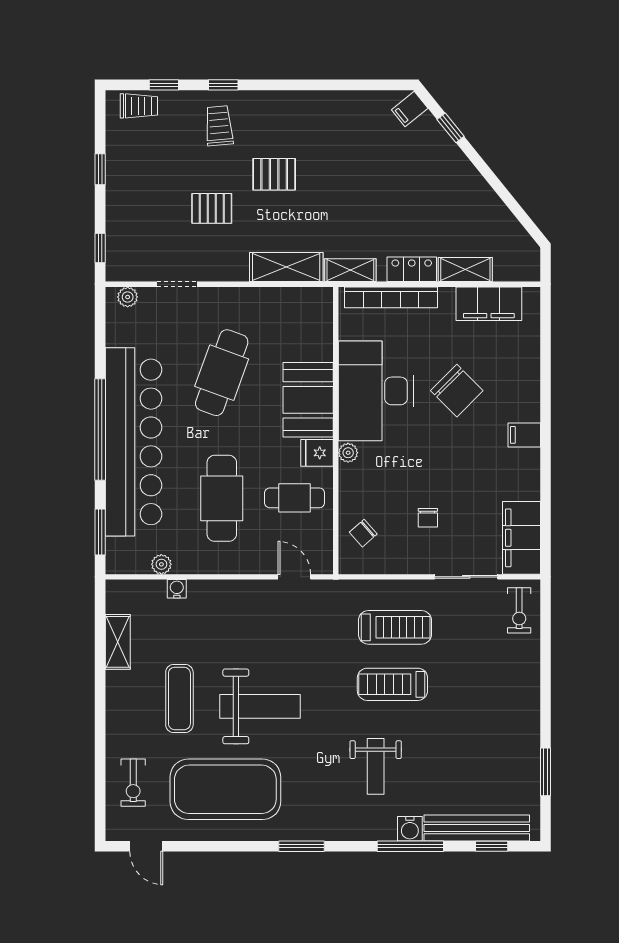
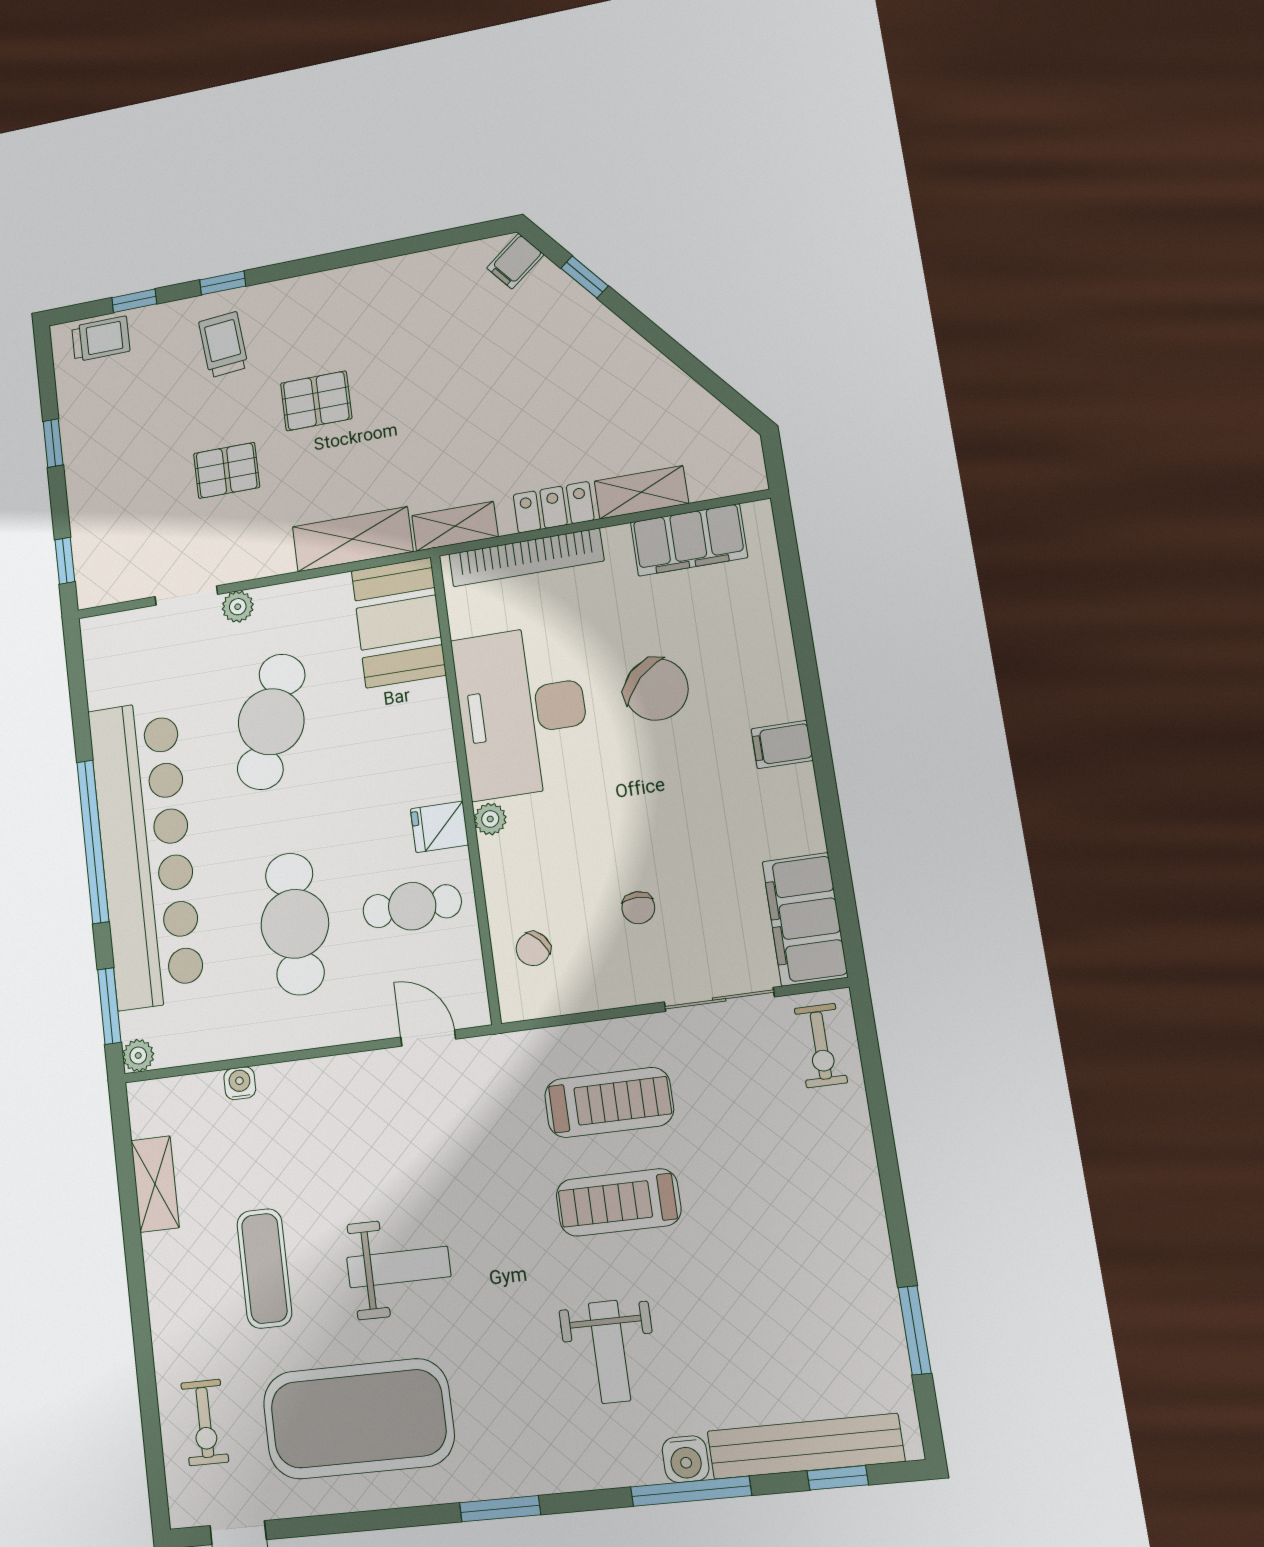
plant: (128, 297) -> (238, 607), moved
booth: (308, 400) -> (399, 623), moved
plant: (161, 564) -> (138, 1056), moved
weight bench: (260, 706) -> (399, 1267), width x0.73, depth x0.75

